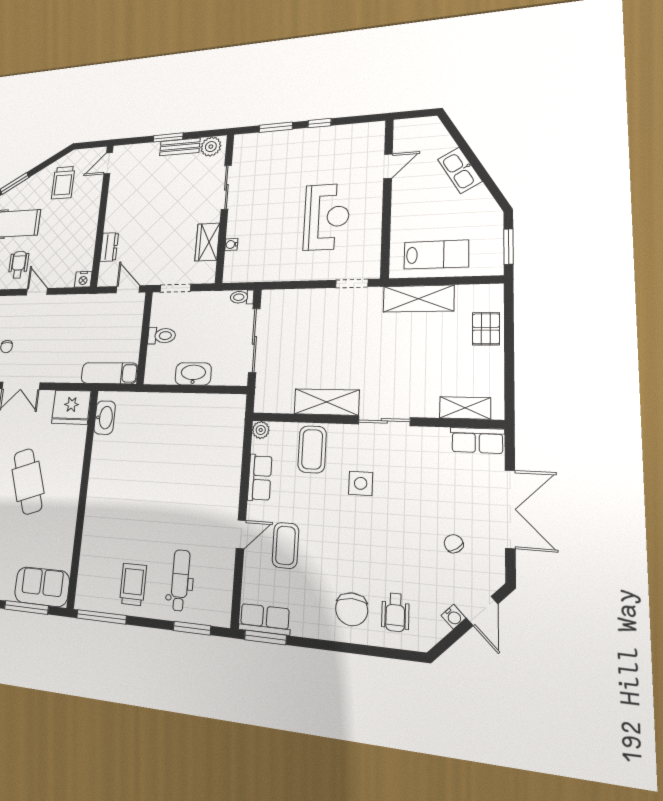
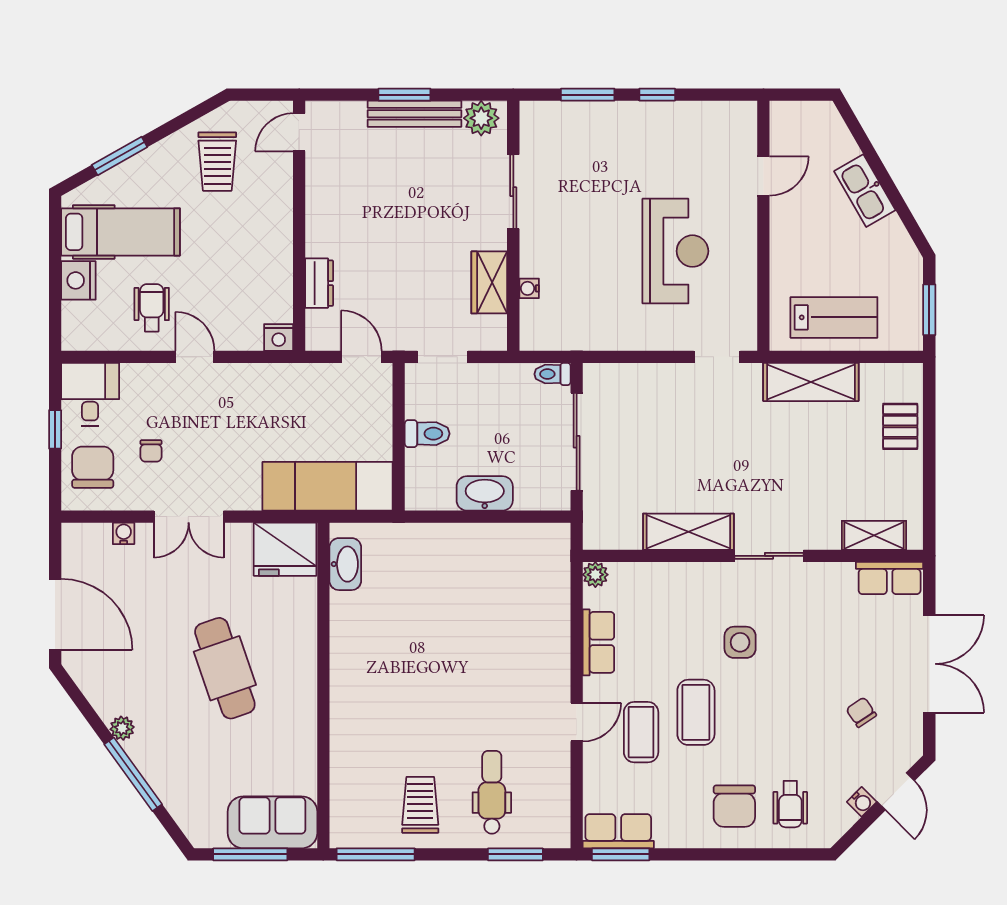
bench: (180, 147) -> (414, 114), width x1.36
exam couch: (109, 373) -> (328, 486), width x1.36, depth x1.45
coffee table: (312, 449) -> (696, 712), moved

